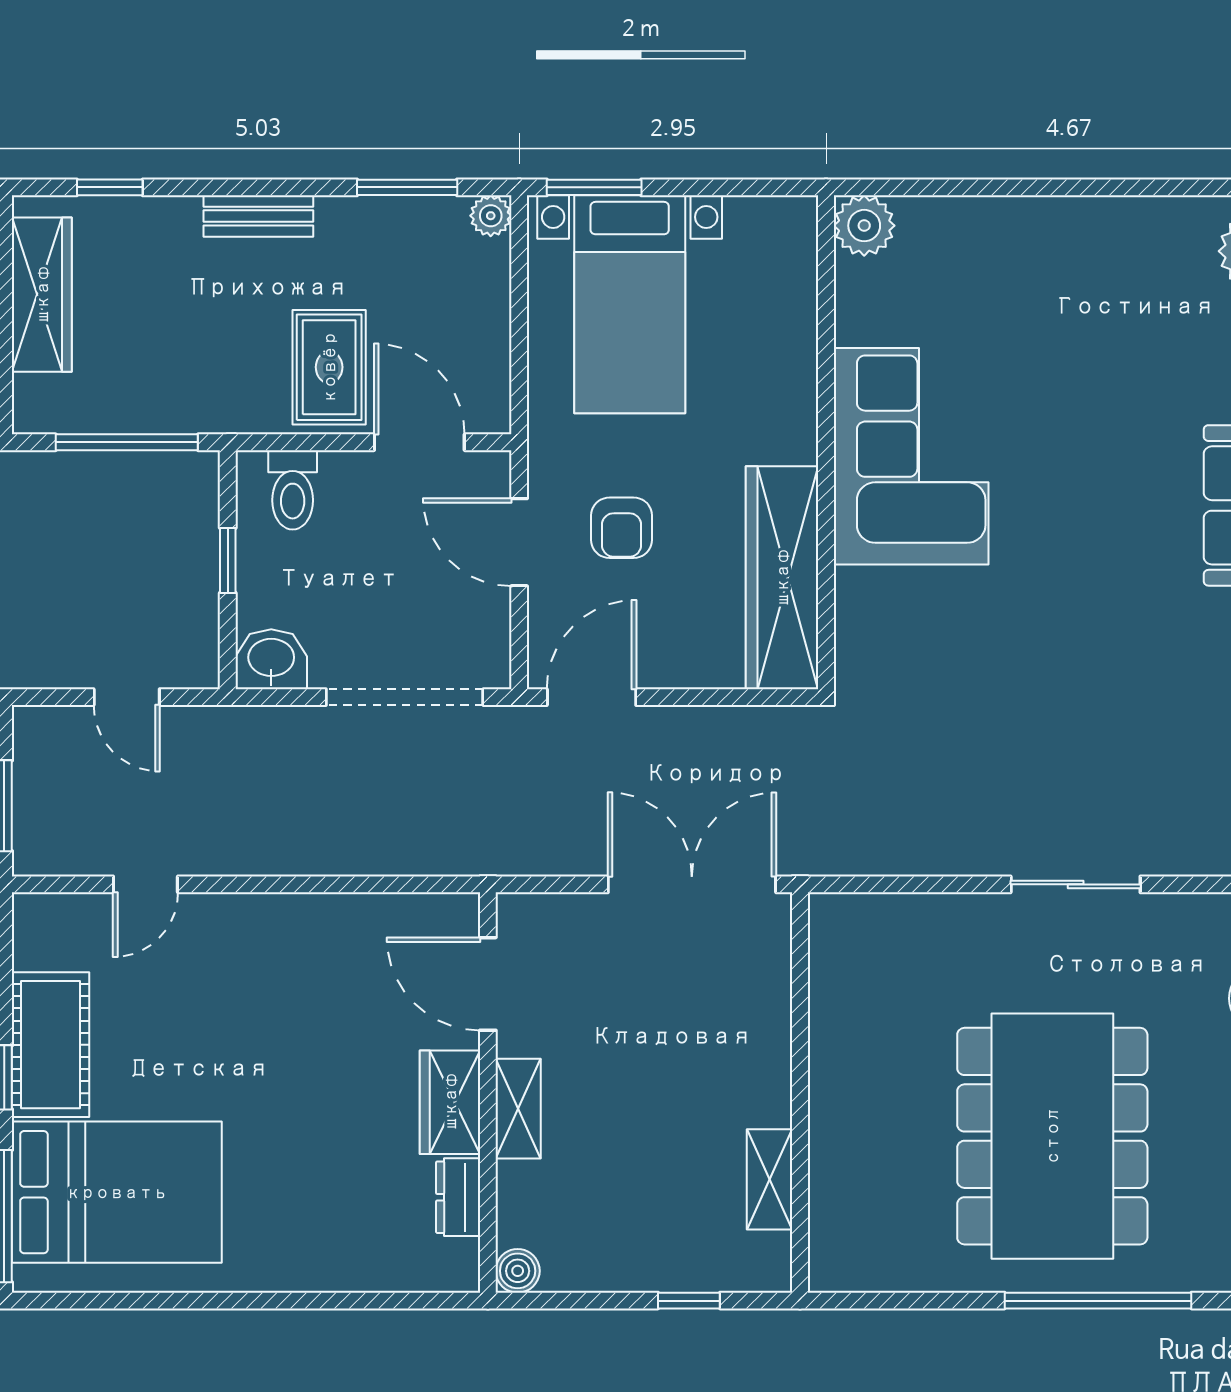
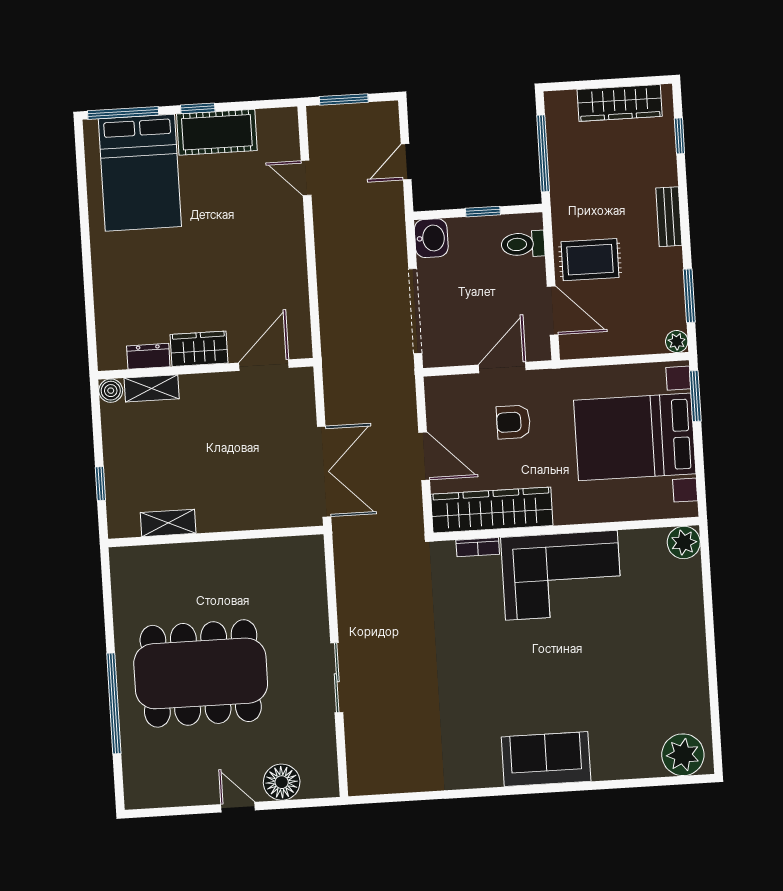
bed with nightstands: (630, 304) -> (635, 437), width x1.36
door: (419, 442) -> (553, 311), hinge flipped
bookcase: (850, 608) -> (478, 547), added
door: (592, 697) -> (424, 456), moved
shelving: (518, 1109) -> (152, 388), moved

